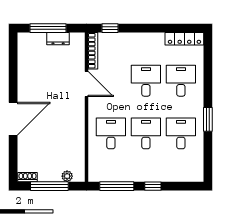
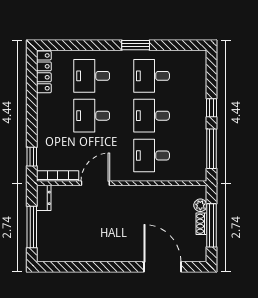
dresser: (58, 39) -> (44, 198), moved
door: (13, 119) -> (162, 267), moved
shoe rack: (27, 177) -> (201, 224), moved

